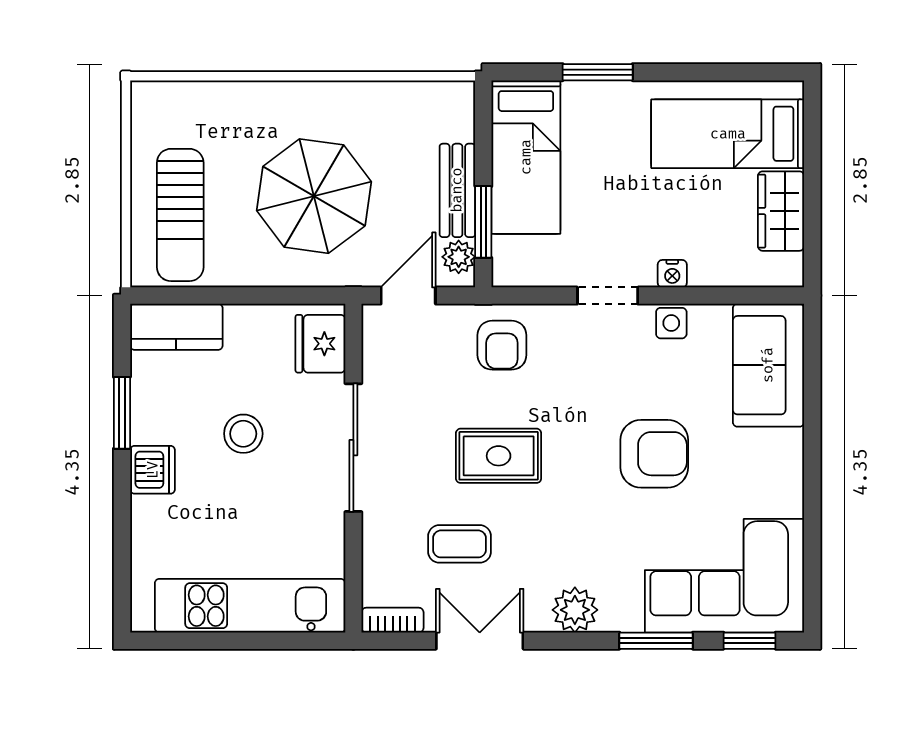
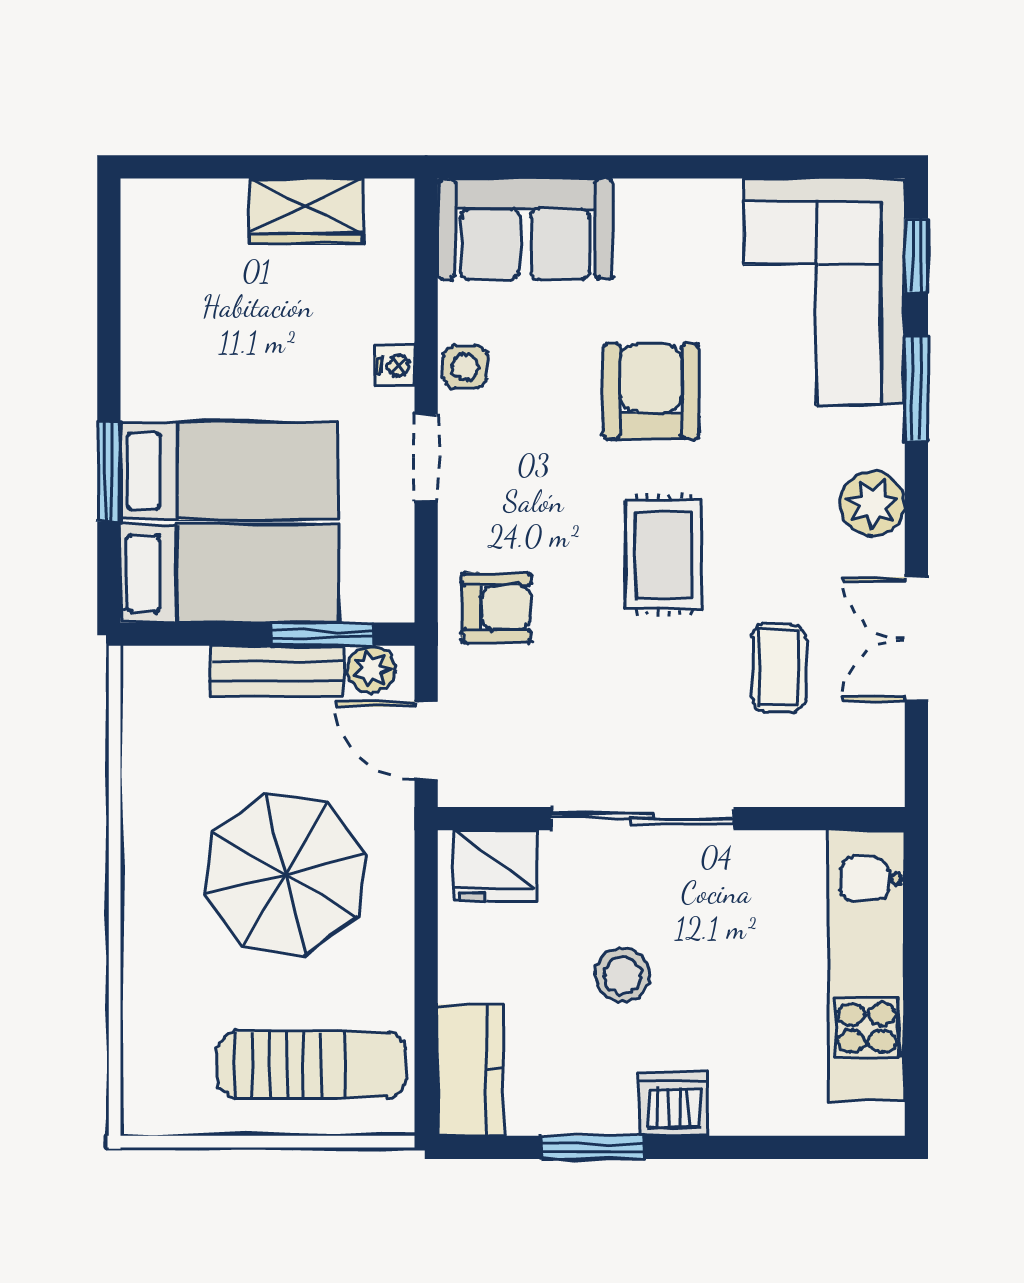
bed: (728, 134) -> (229, 471), moved, turned -90
rug: (499, 456) -> (664, 555), moved
bookcase: (393, 620) -> (887, 763), removed

